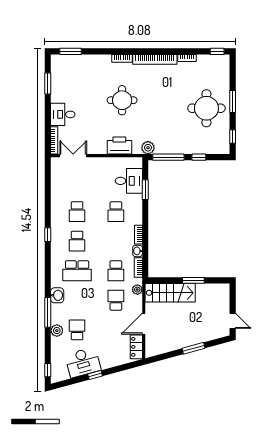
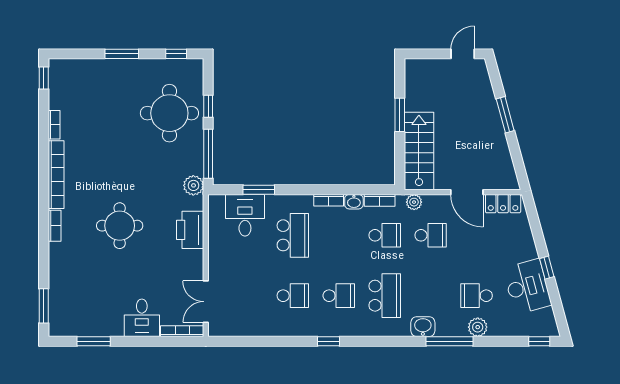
round table: (206, 108) -> (169, 113), moved
school desk: (116, 212) -> (293, 235), width x1.85
school desk: (116, 300) -> (431, 235), turned 180

